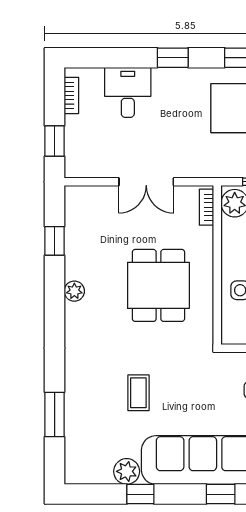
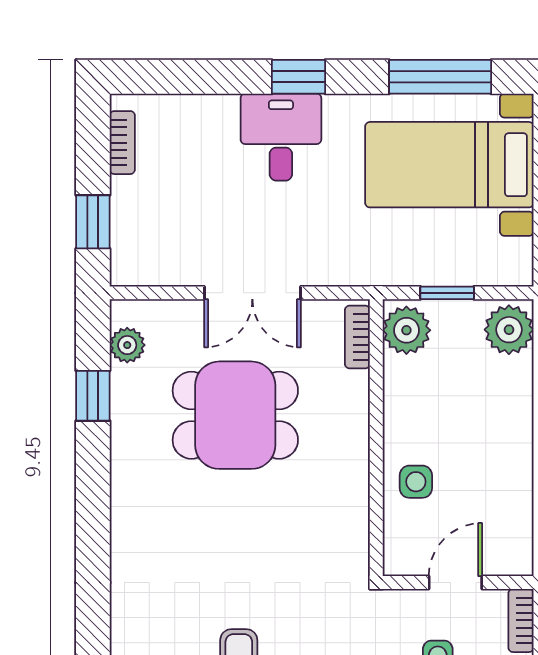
desk: (128, 92) -> (281, 137), moved
dining table: (158, 285) -> (235, 415), moved, turned 90
plant: (74, 291) -> (127, 345), moved

